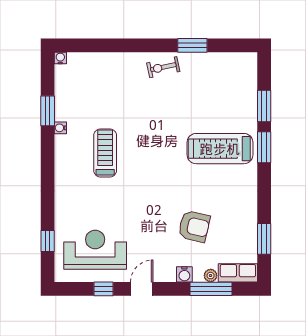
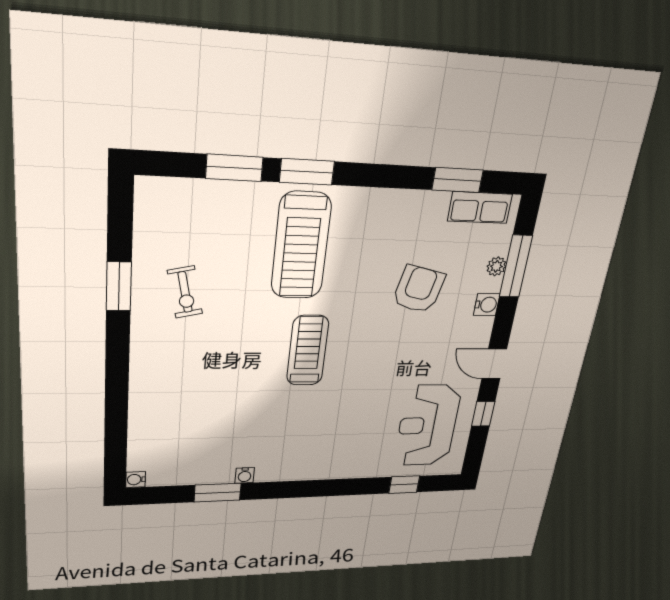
exercise bike: (163, 67) -> (185, 292), moved
treadmill: (105, 153) -> (308, 351), moved, turned 90
row of seats: (238, 273) -> (480, 208), moved, turned -90

